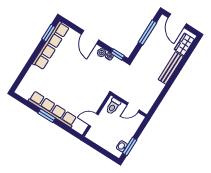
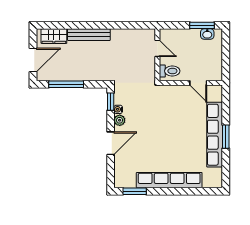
row of seats: (51, 46) -> (169, 180), moved

